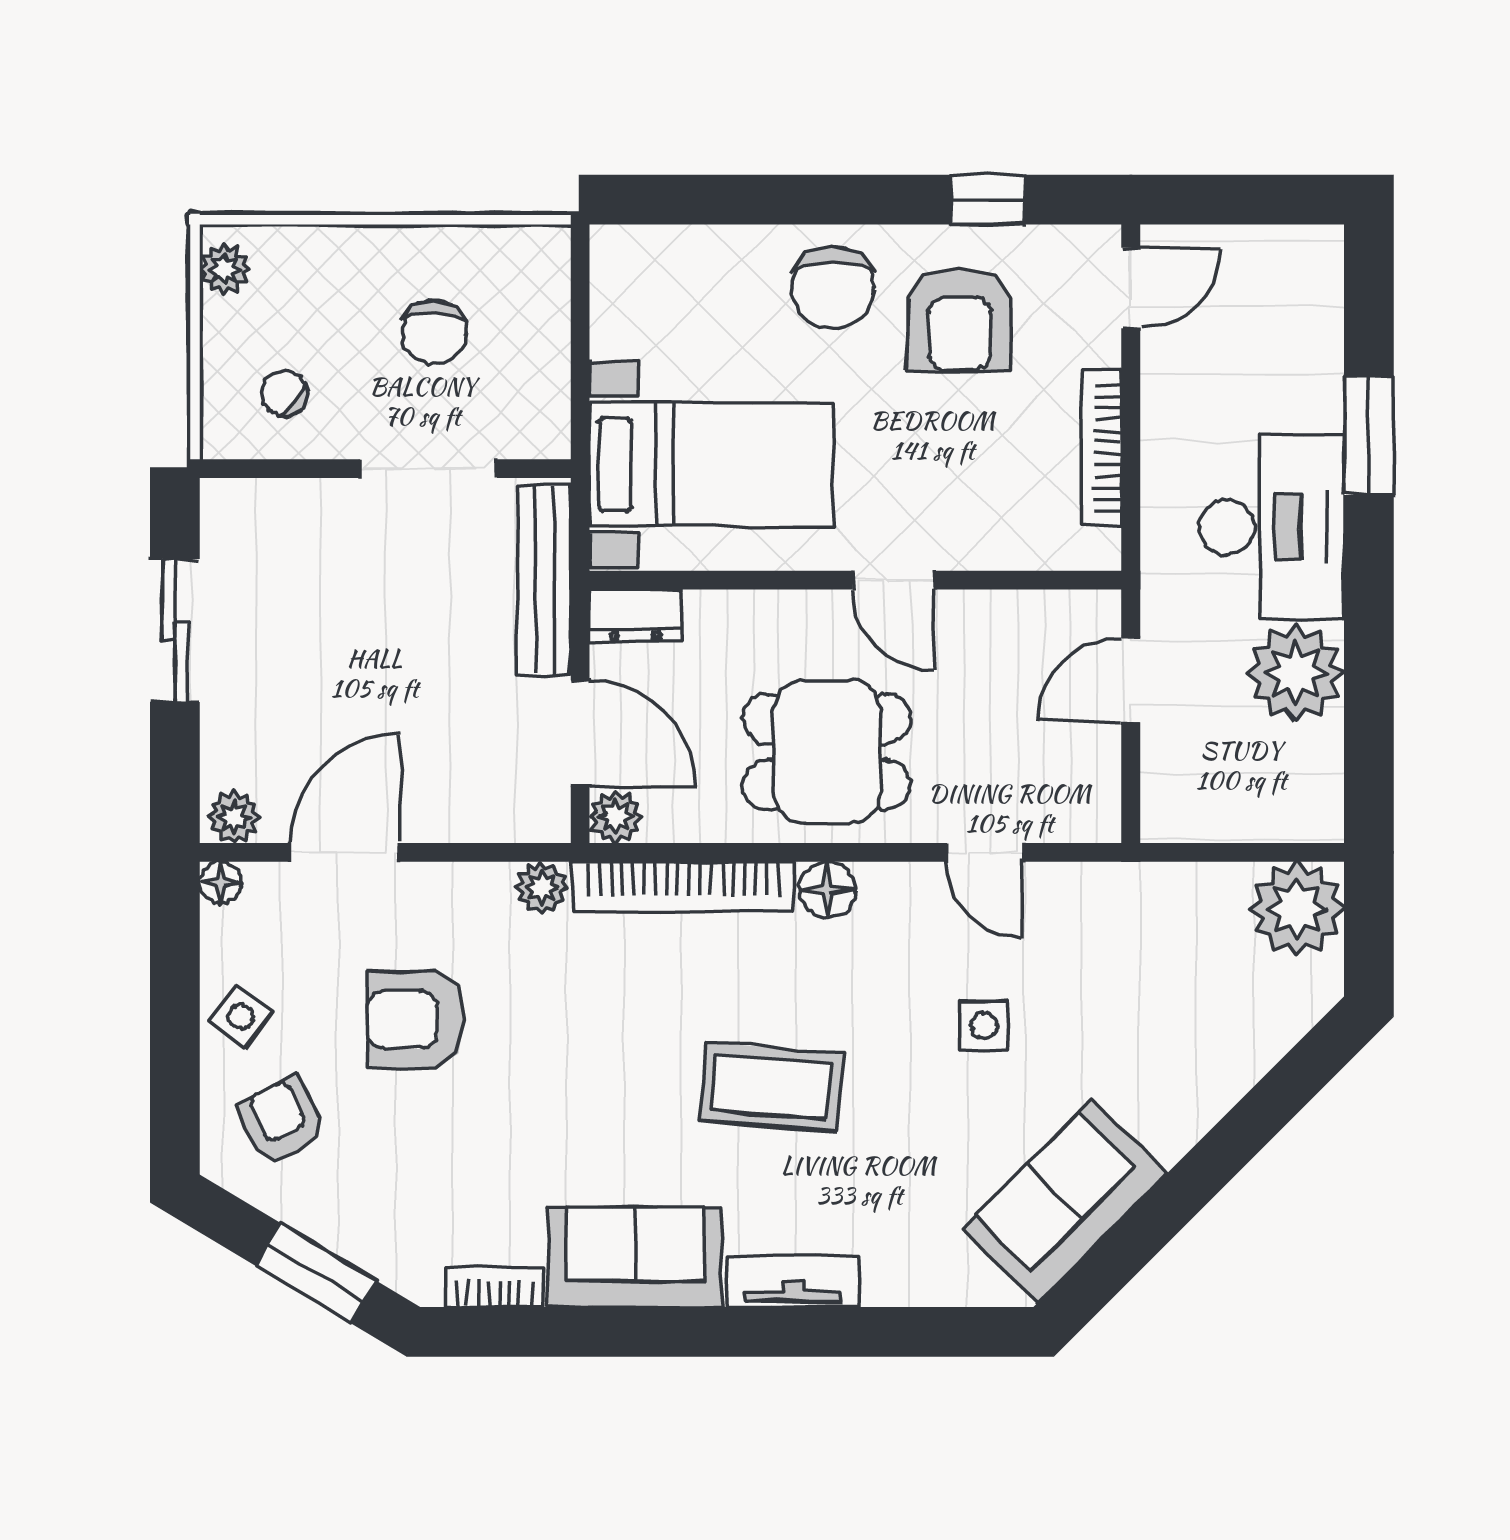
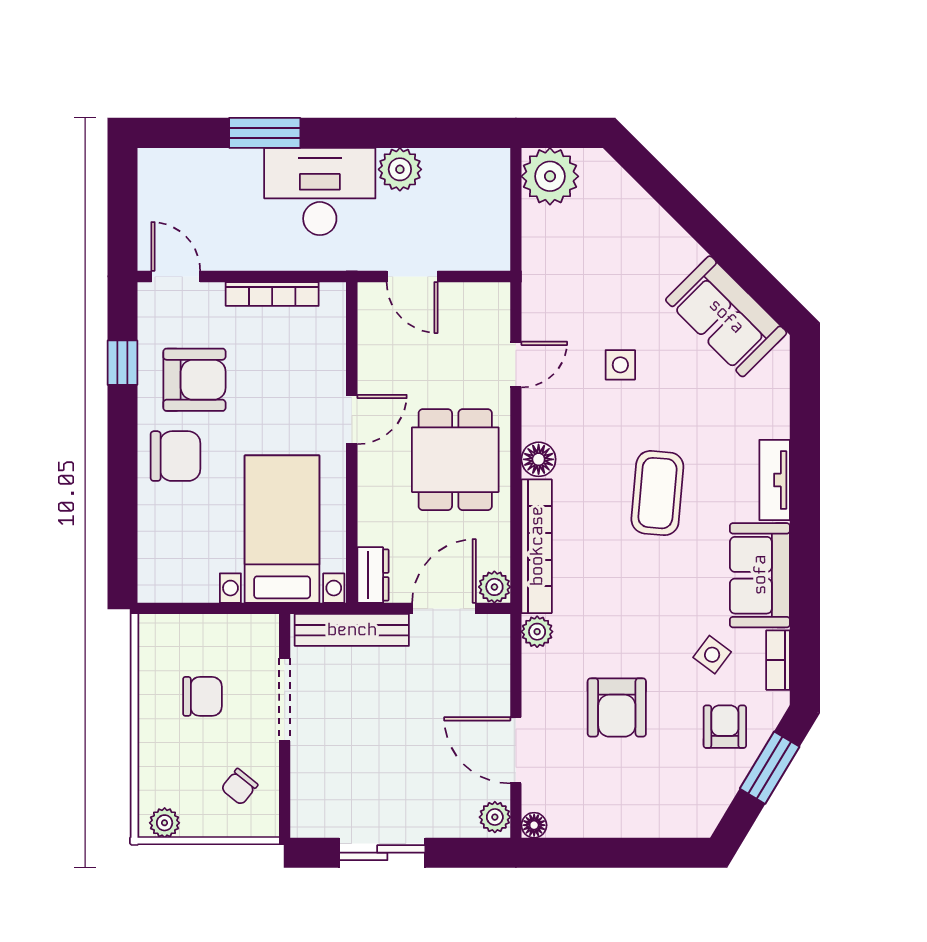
plant: (1296, 673) -> (400, 169), width x0.73, depth x0.73
side table: (241, 1017) -> (712, 655), moved
armchair: (282, 1120) -> (725, 727), moved, turned 117

